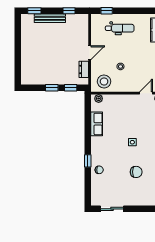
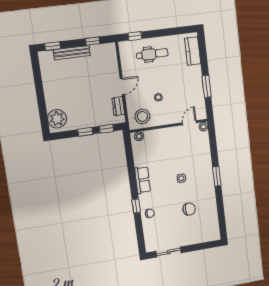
plant: (29, 73) -> (57, 119), added
row of seats: (97, 124) -> (143, 180), moved

